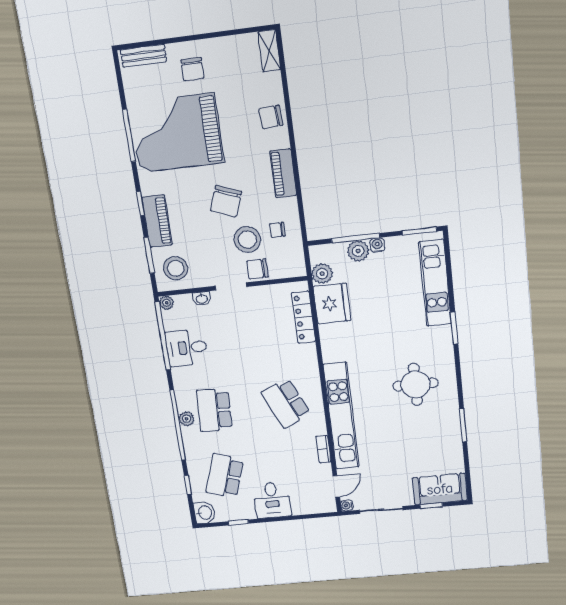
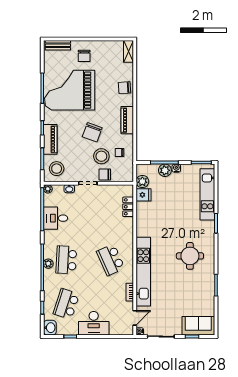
fridge: (332, 304) -> (144, 195), width x0.53, depth x0.75
locker: (304, 317) -> (128, 207), width x0.66
desk: (272, 500) -> (94, 323), width x1.37

